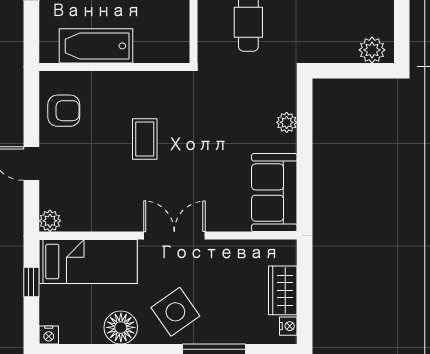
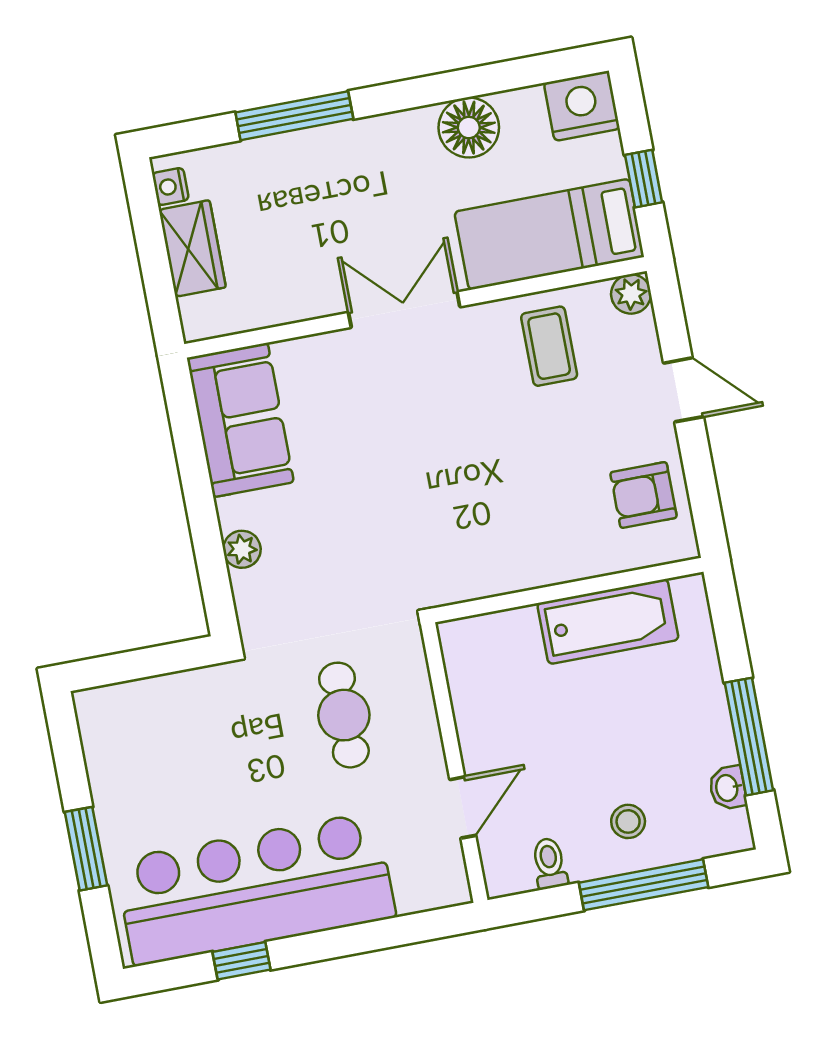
plant: (372, 50) -> (114, 707), removed
coffee table: (145, 139) -> (549, 346), moved
double door: (174, 236) -> (404, 310), swing flipped
side table: (175, 312) -> (377, 174), removed
nightstand: (49, 335) -> (582, 106), width x1.89, depth x1.79

